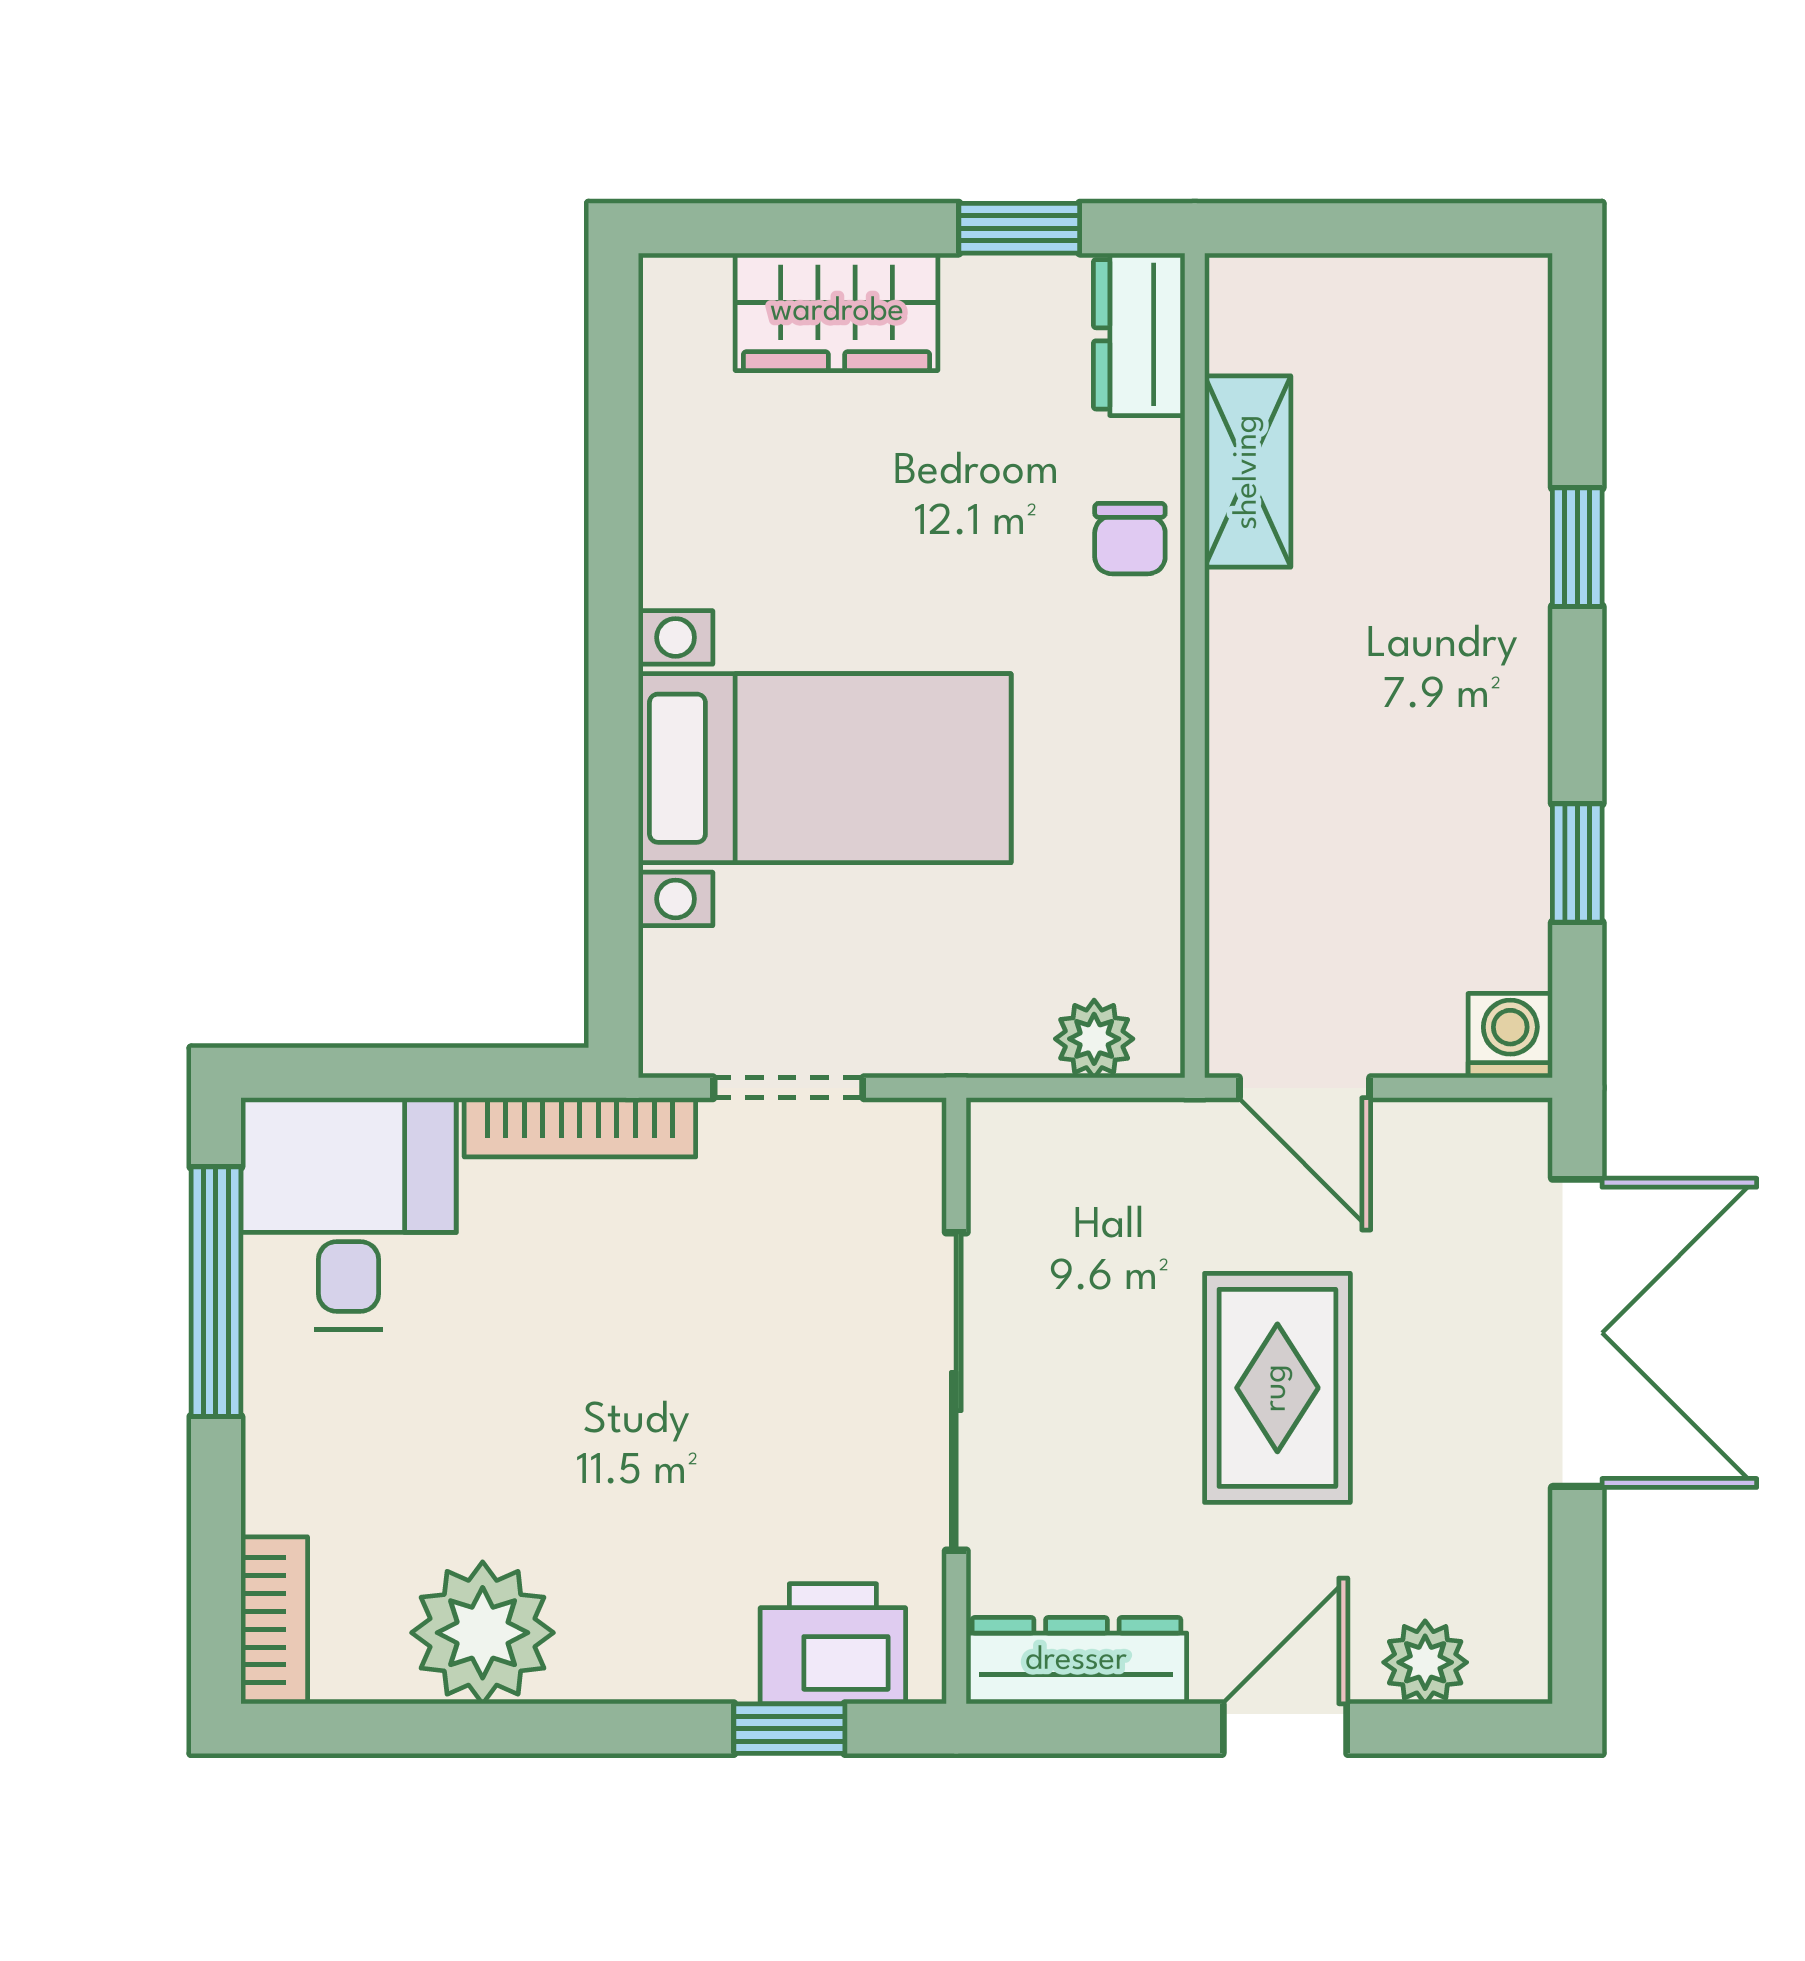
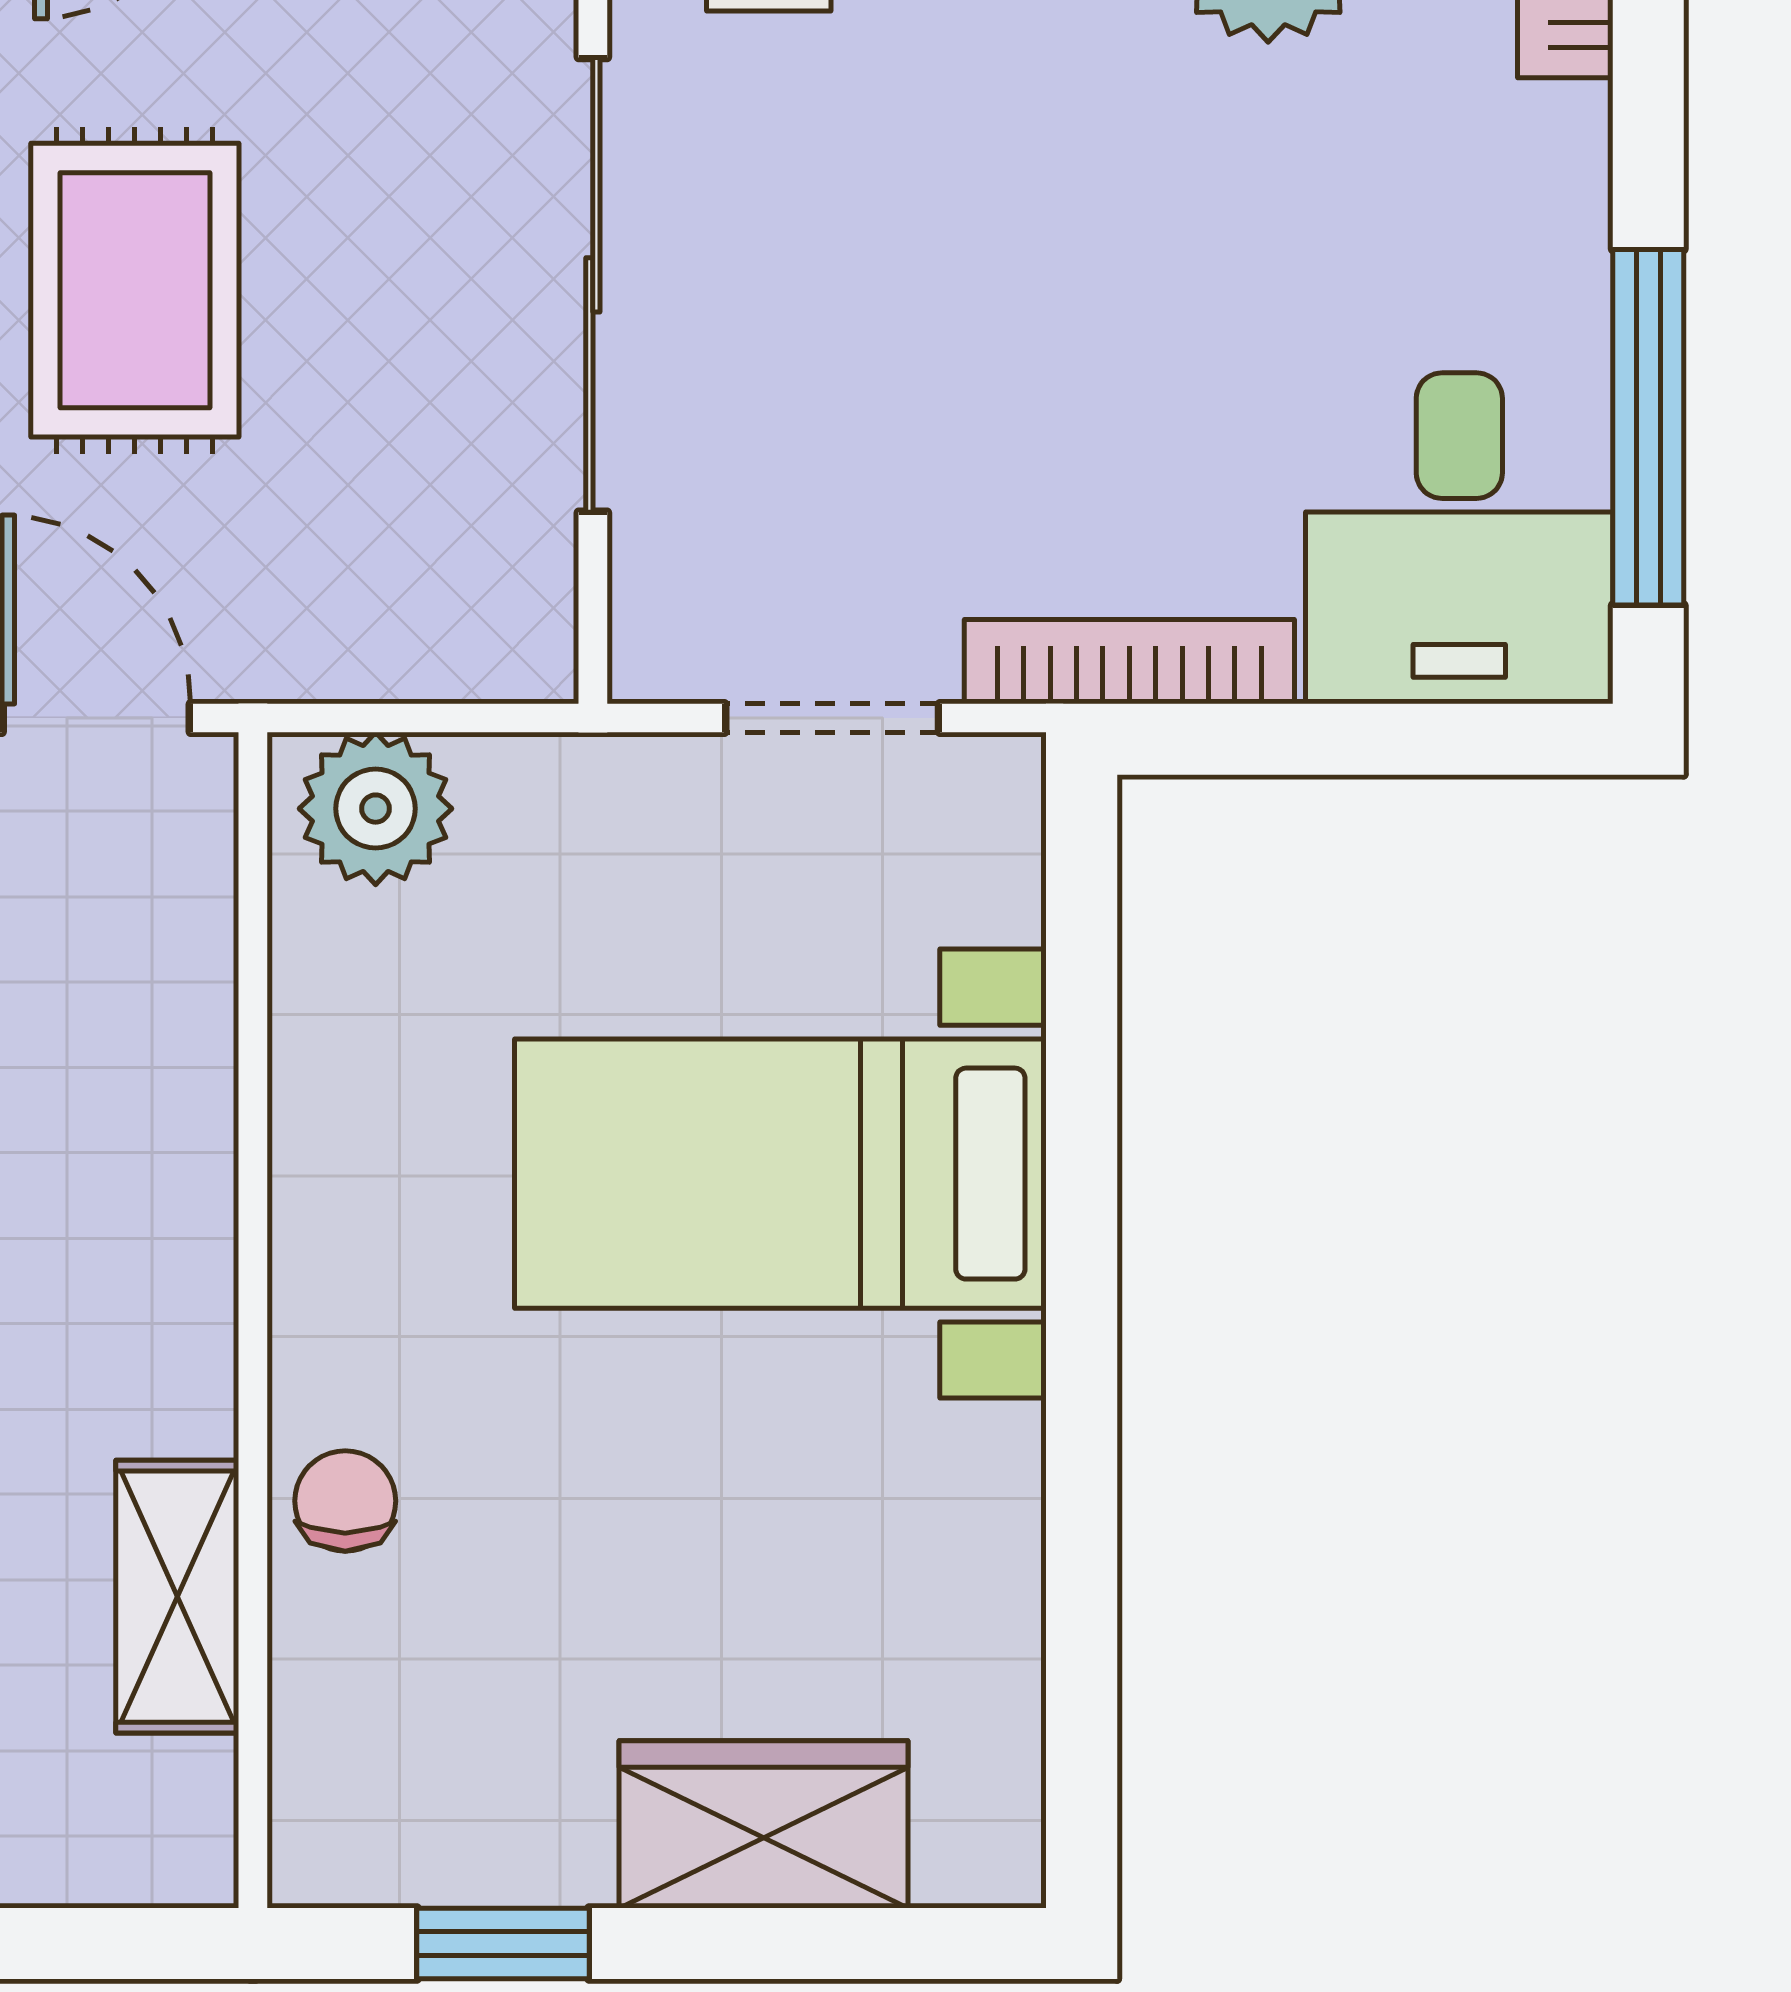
dresser: (1139, 334) -> (332, 1792), removed
plant: (1094, 1039) -> (376, 809), width x1.38, depth x1.38

